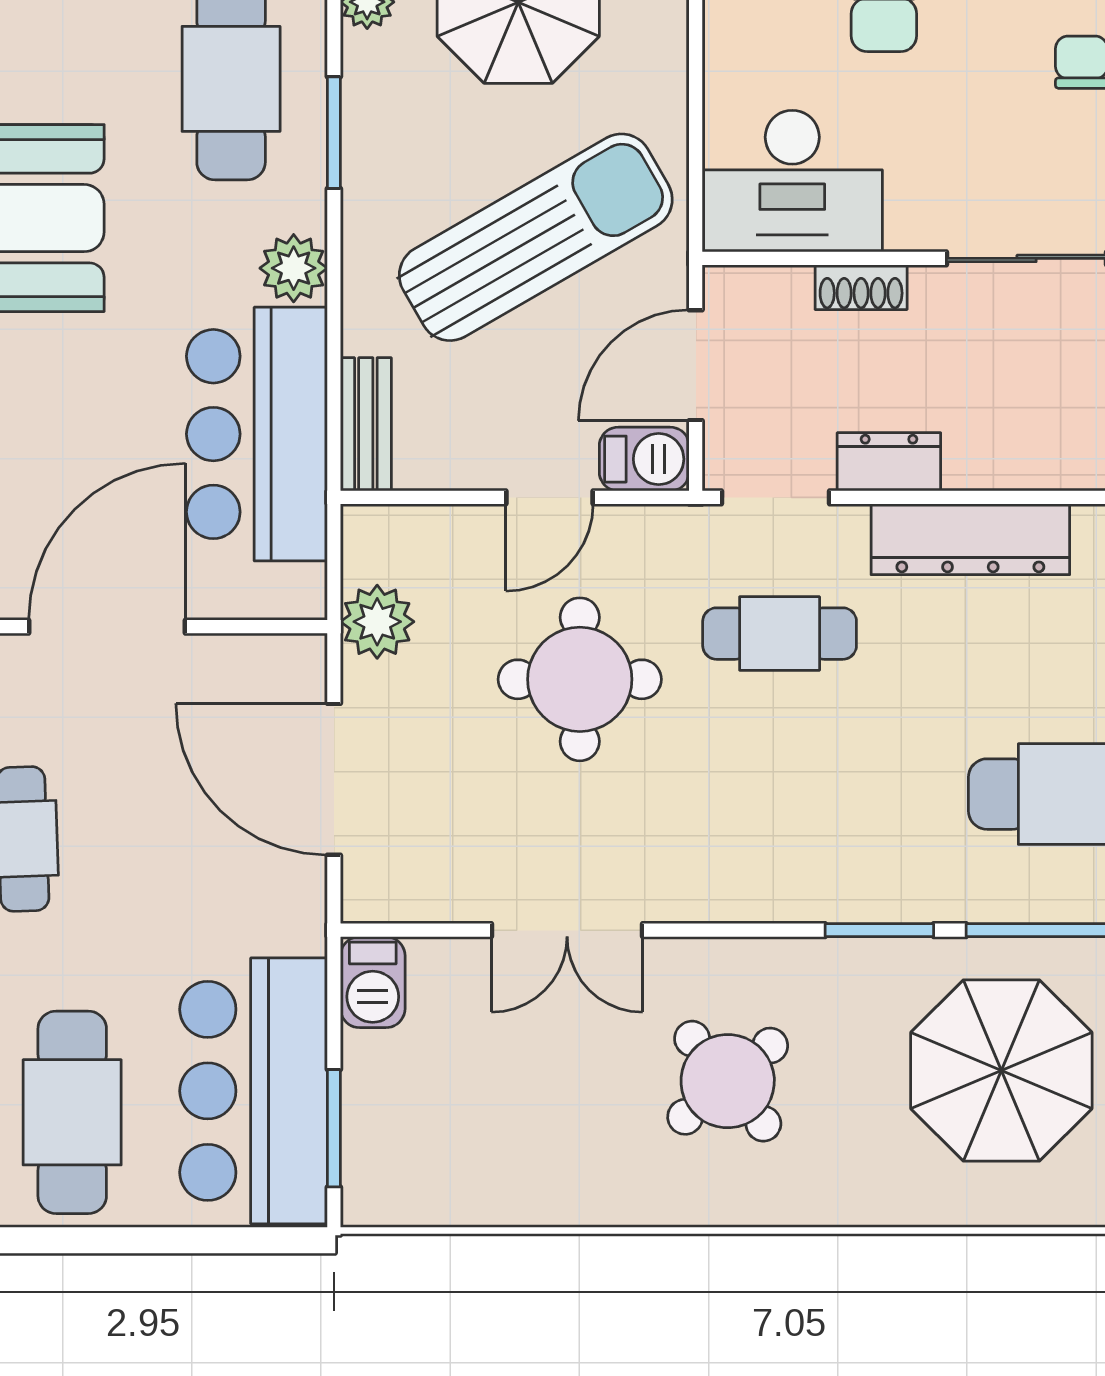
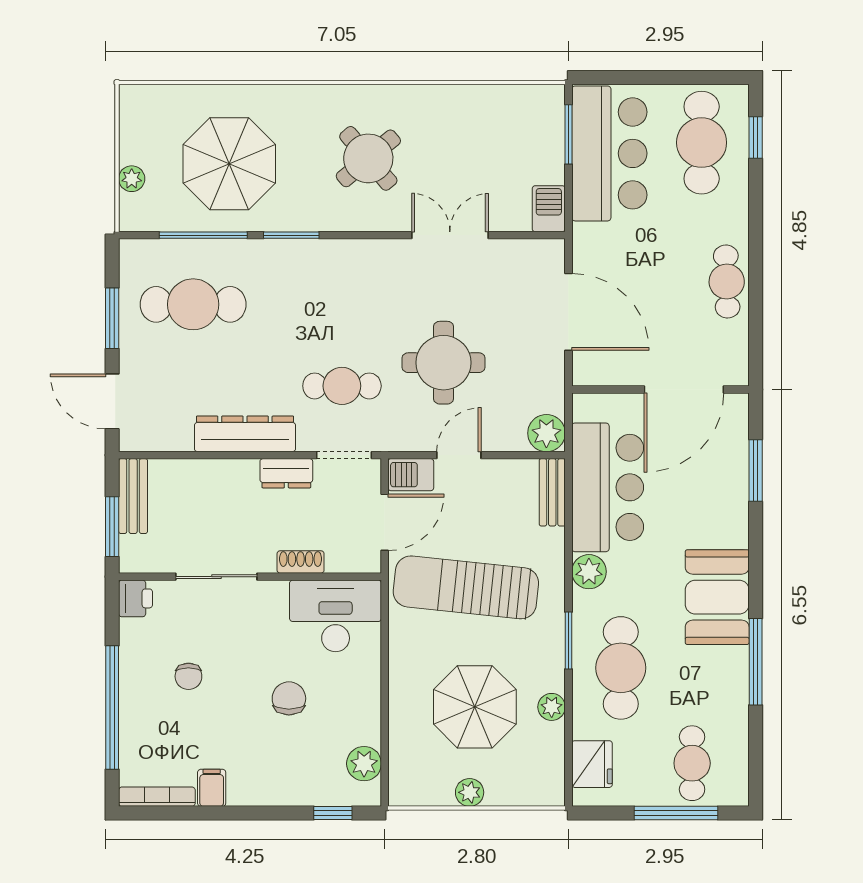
sun lounger: (536, 237) -> (466, 587), turned 36
plant: (377, 622) -> (546, 433), moved

